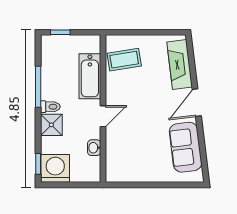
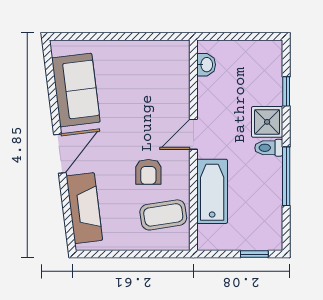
armchair: (135, 90) -> (148, 172), added
washbasin: (94, 148) -> (206, 65), moved
window: (38, 164) -> (286, 91), moved
washing machine: (55, 168) -> (262, 60), removed

